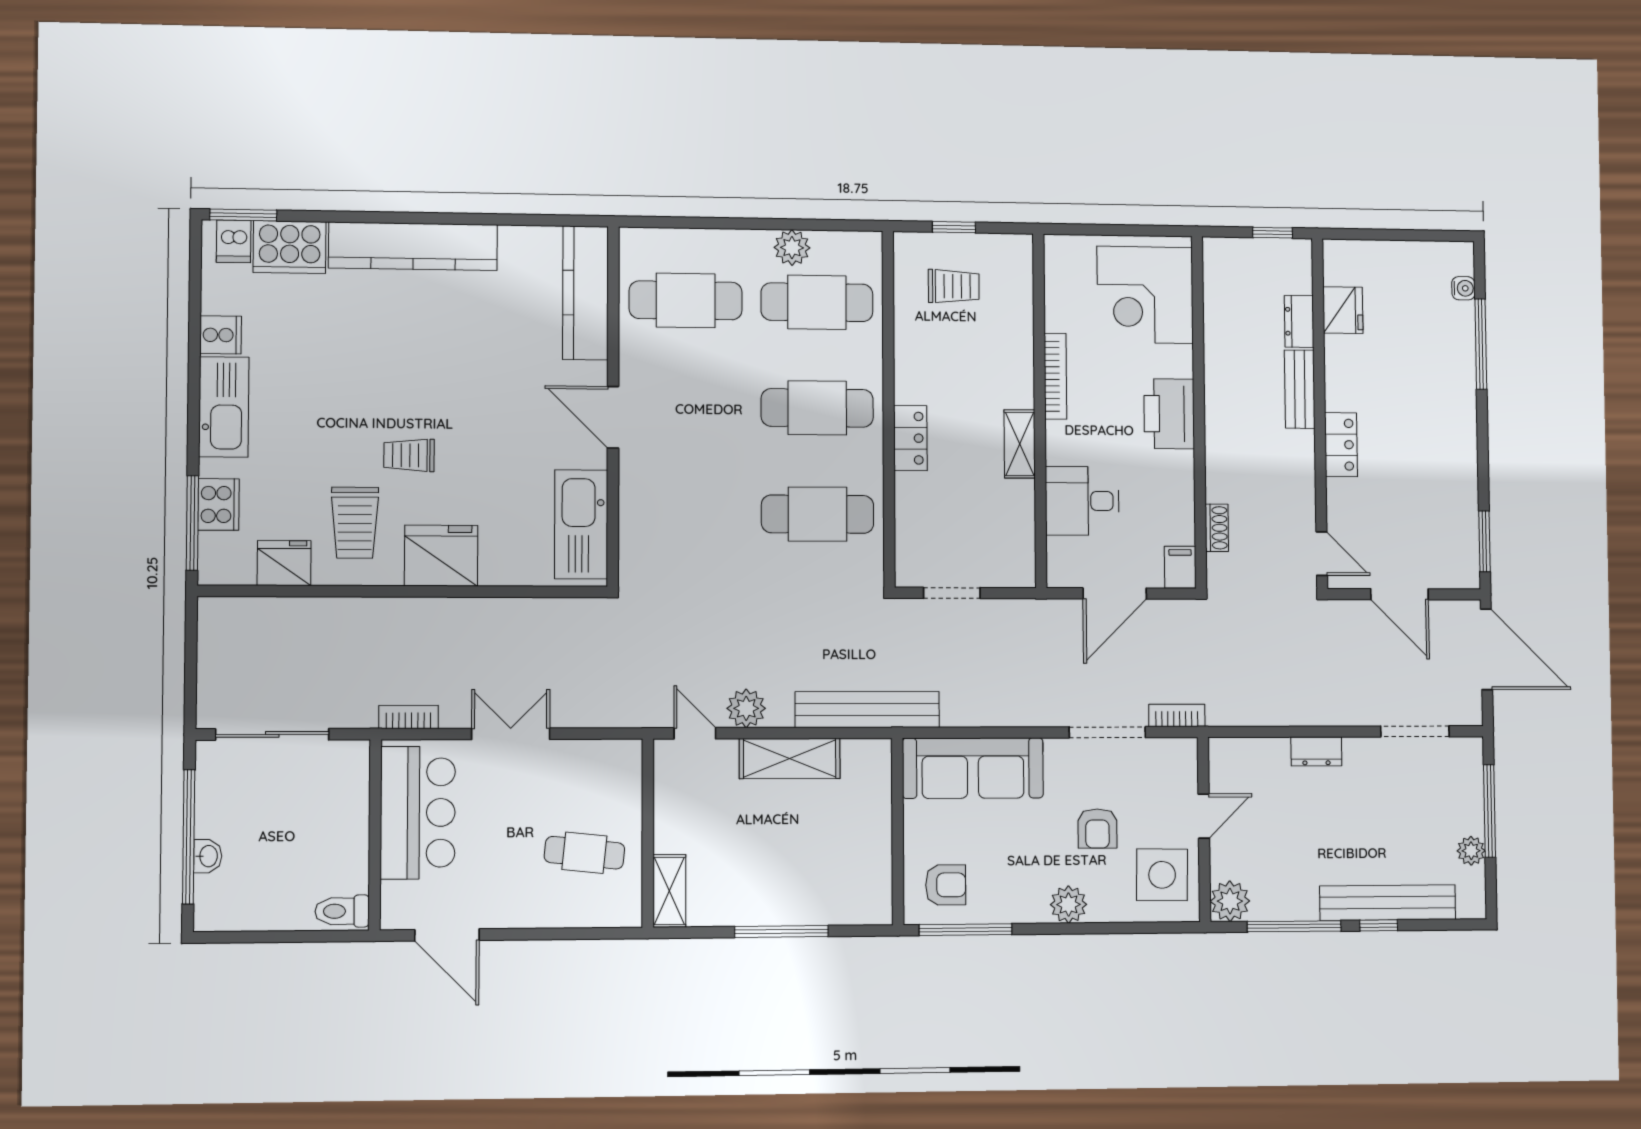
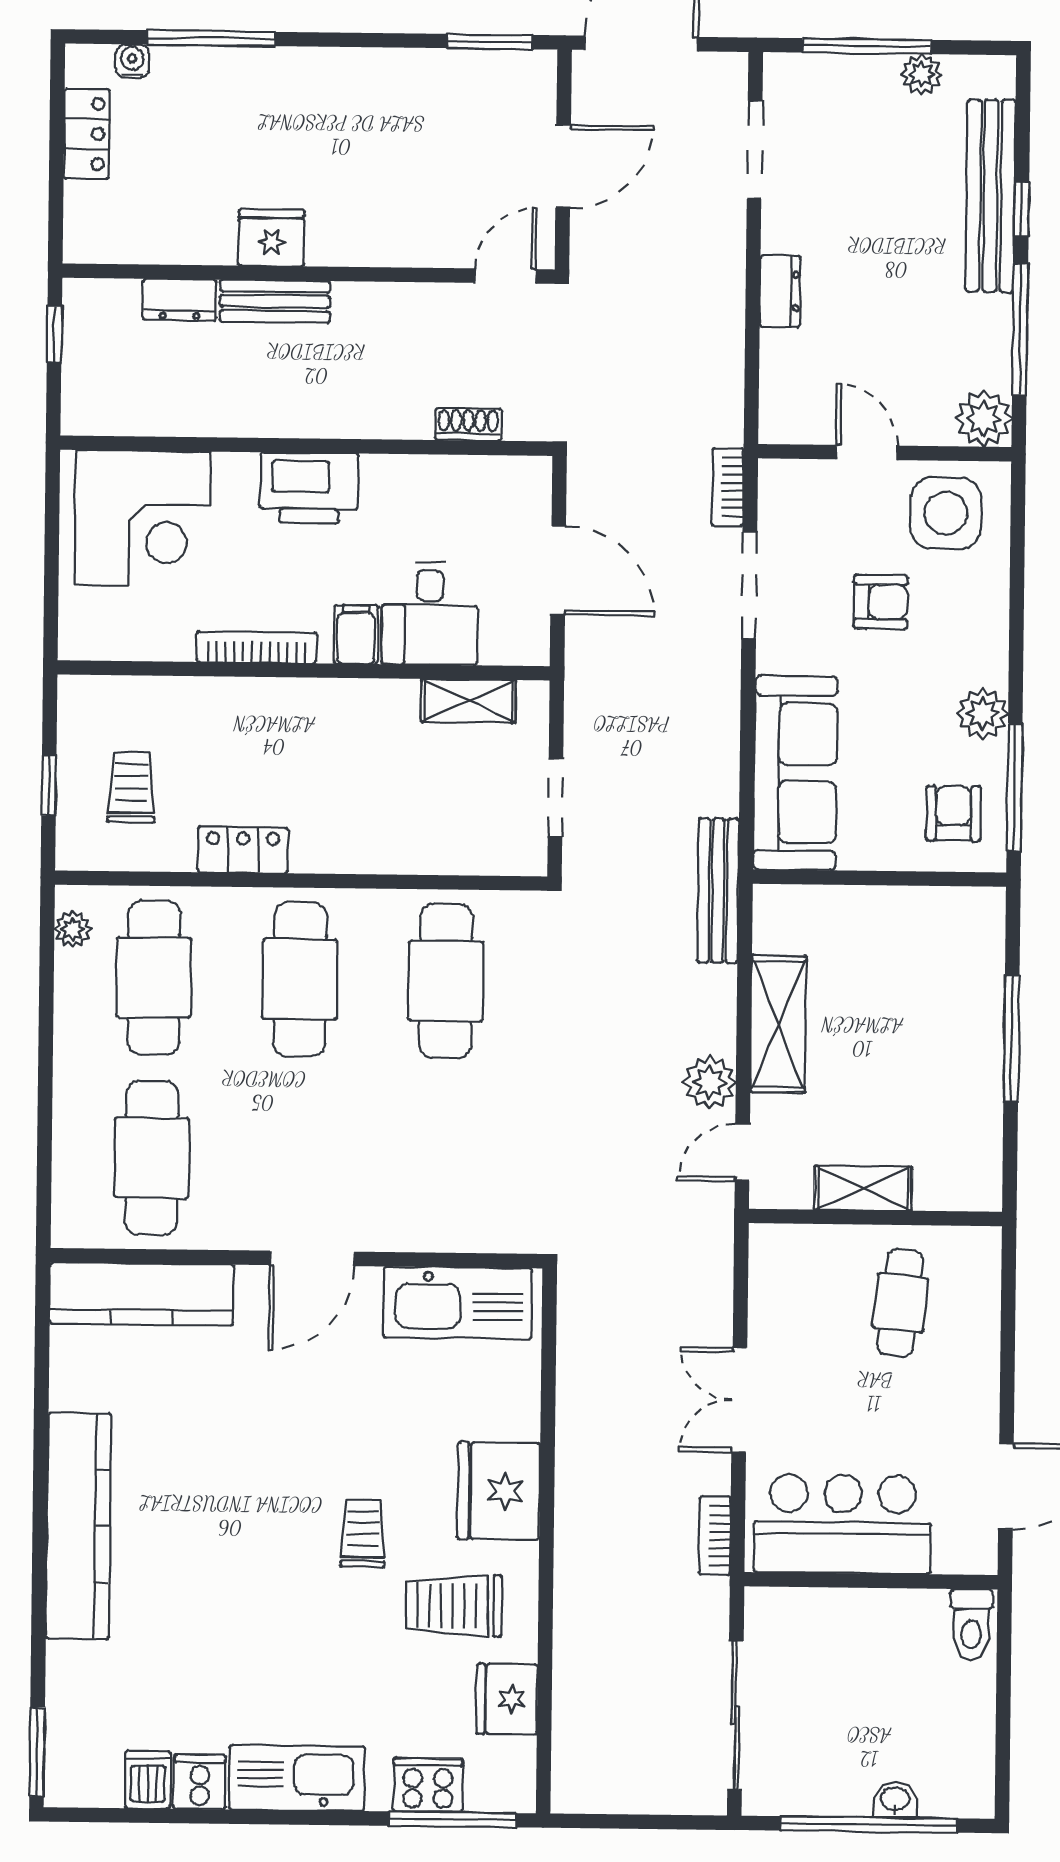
dishwasher: (234, 241) -> (148, 1780), moved, turned -90
cooker: (290, 247) -> (80, 1691), removed
plant: (792, 248) -> (72, 929), moved, width x0.73, depth x0.73
fridge: (1343, 310) -> (272, 238), moved
locker: (910, 438) -> (243, 850), moved
shelving: (1020, 444) -> (468, 701), moved
locker: (1341, 445) -> (87, 134), moved, turned 90
trolley: (409, 455) -> (363, 1533), turned 180
trolley: (355, 523) -> (453, 1605), turned 180
filing cabinet: (1180, 567) -> (356, 634), moved, turned 90
bench: (867, 710) -> (718, 891), width x0.73, depth x0.82
shelving: (669, 891) -> (863, 1188), moved
plant: (1069, 904) -> (983, 713), moved

